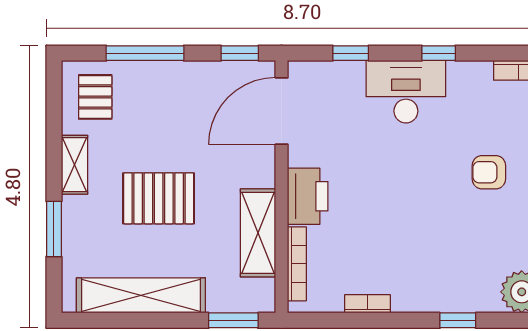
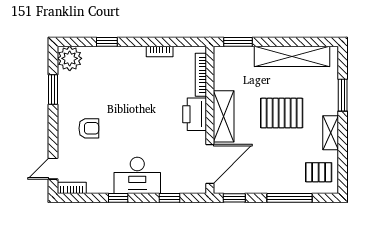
pallet: (95, 97) -> (319, 172), turned 90
shelving: (258, 233) -> (224, 116), moved

